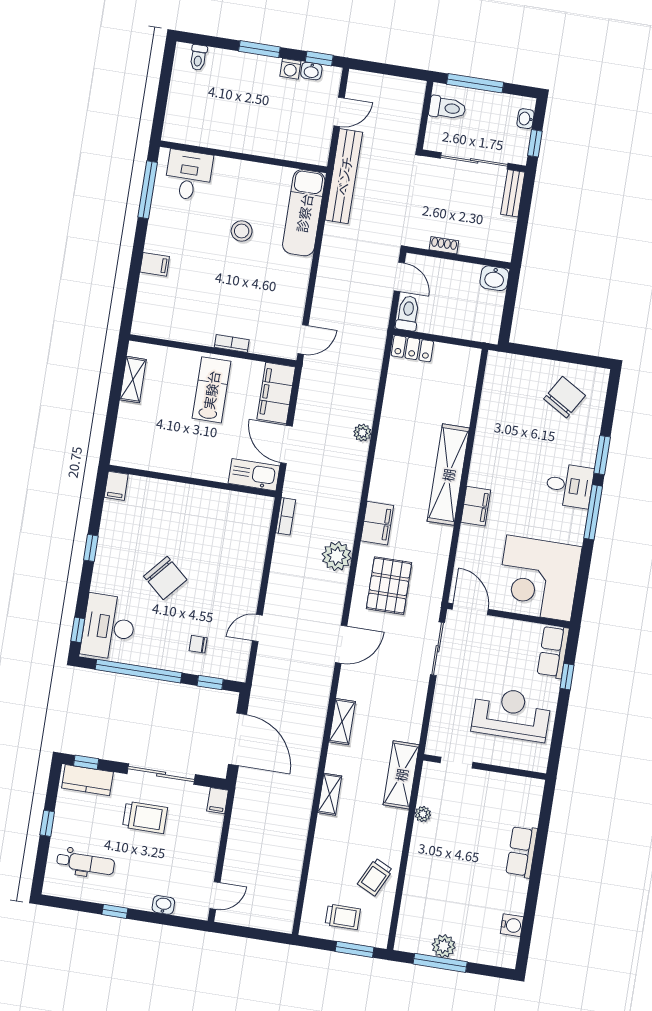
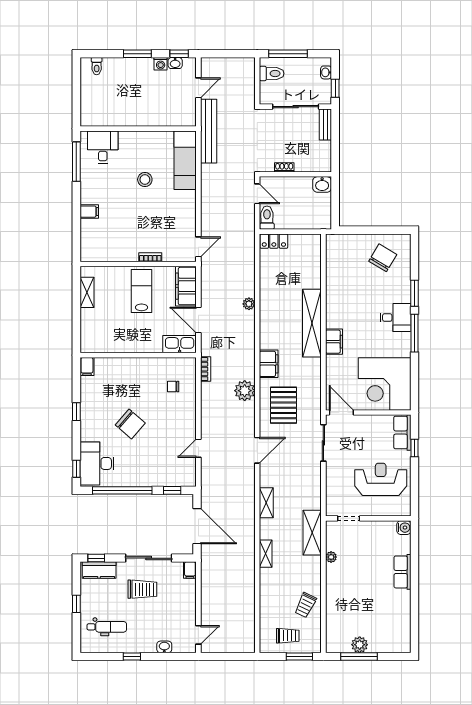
chair: (198, 644) -> (173, 386), moved
water cooler: (512, 925) -> (404, 528), moved

